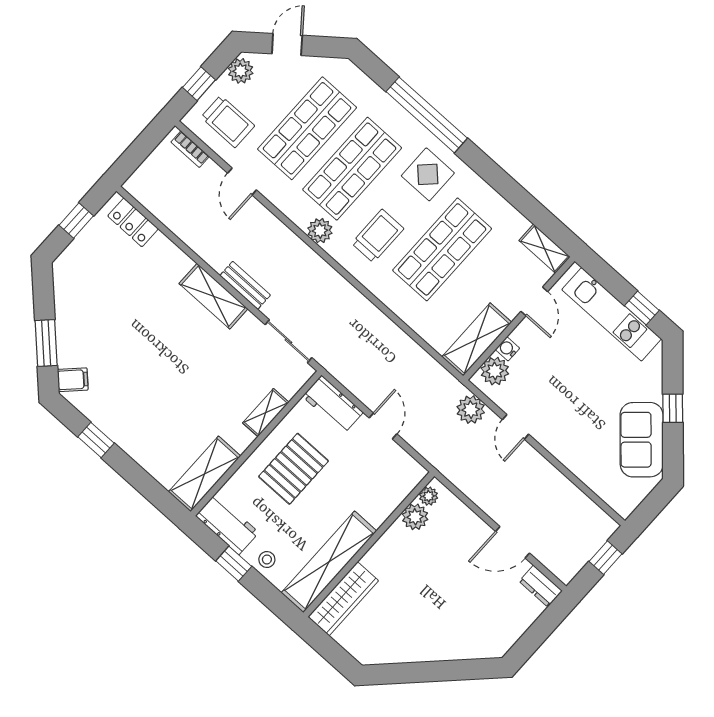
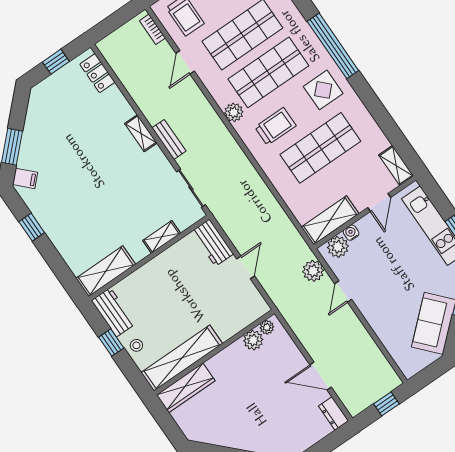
shelving: (213, 296) -> (141, 133), width x0.67, depth x0.75
pallet: (294, 469) -> (172, 283), removed

